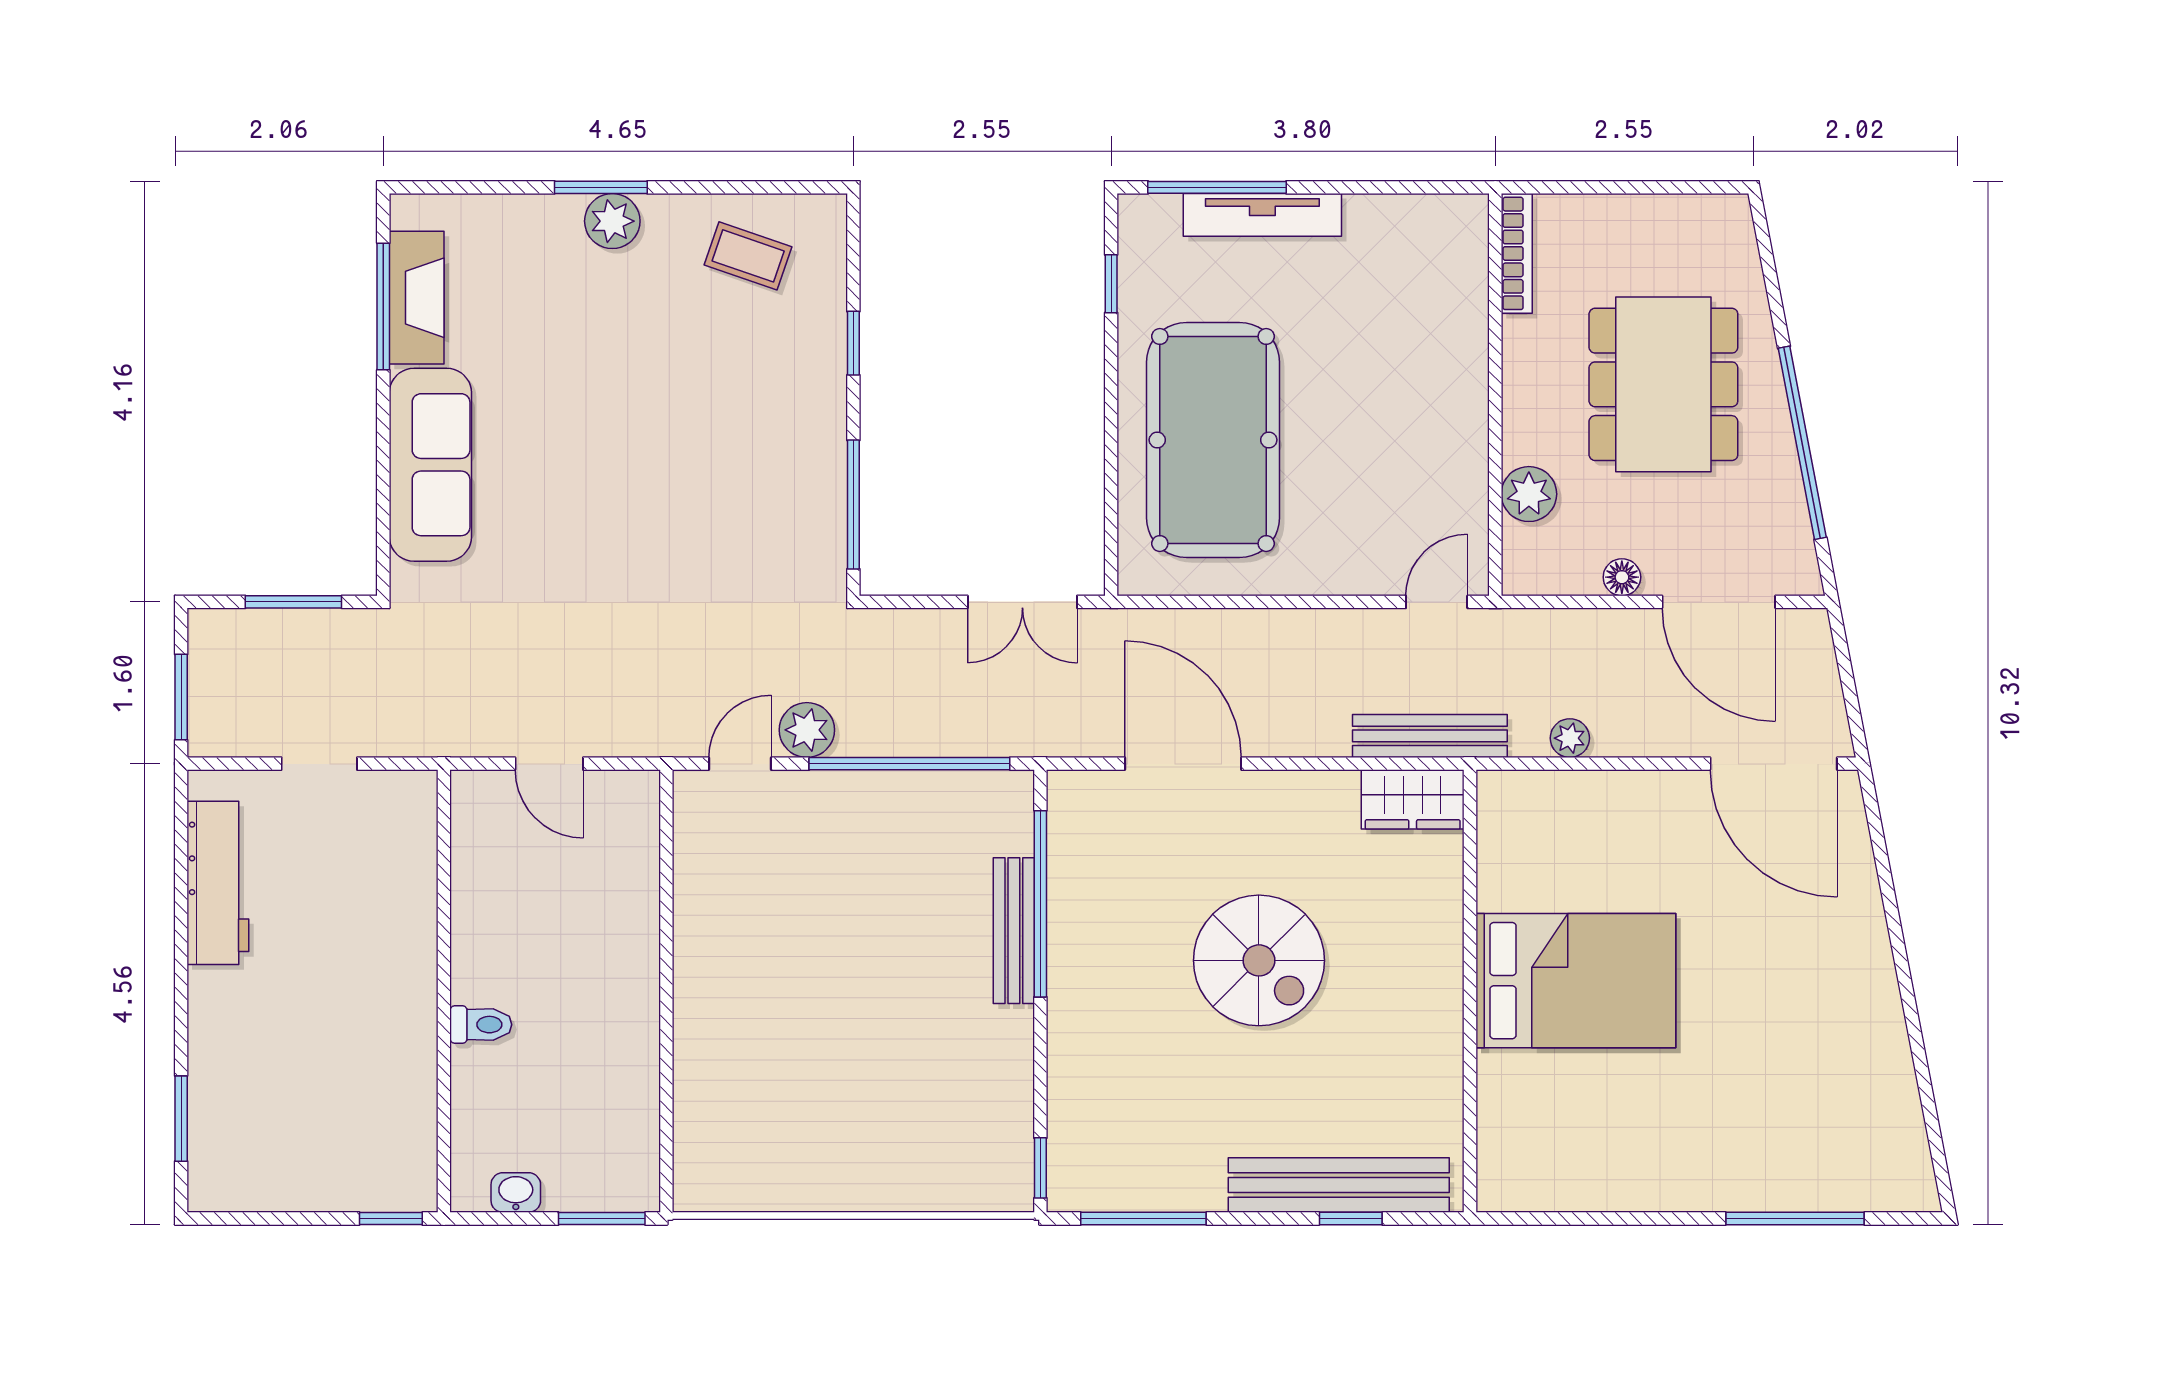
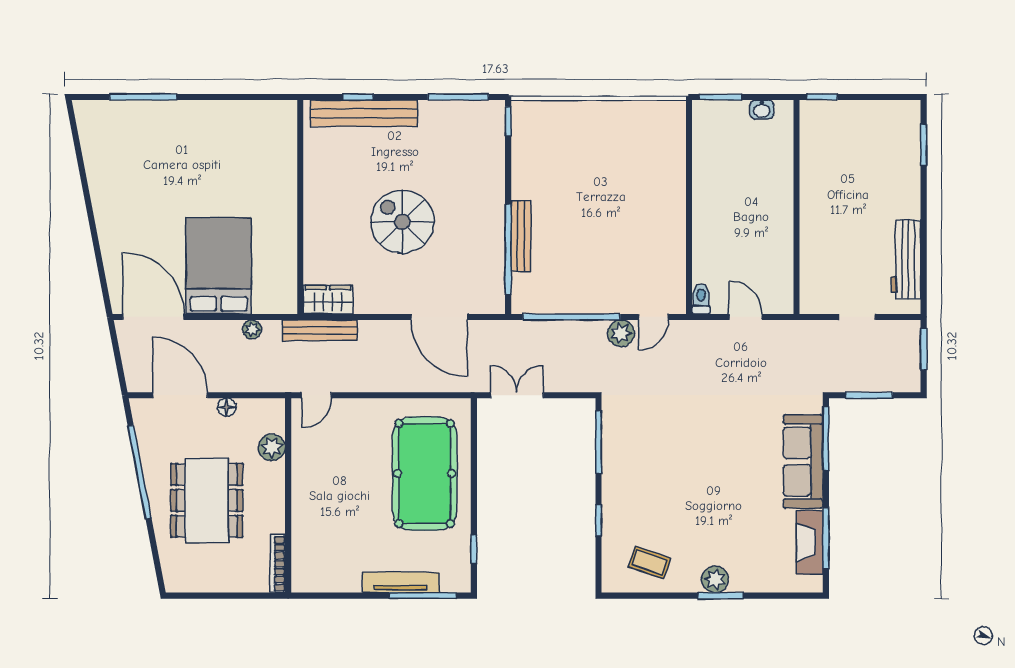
window: (383, 512) -> (826, 439), added
bed: (1576, 981) -> (219, 266), moved, turned 90
toilet: (481, 1025) -> (701, 299), moved, turned 90

